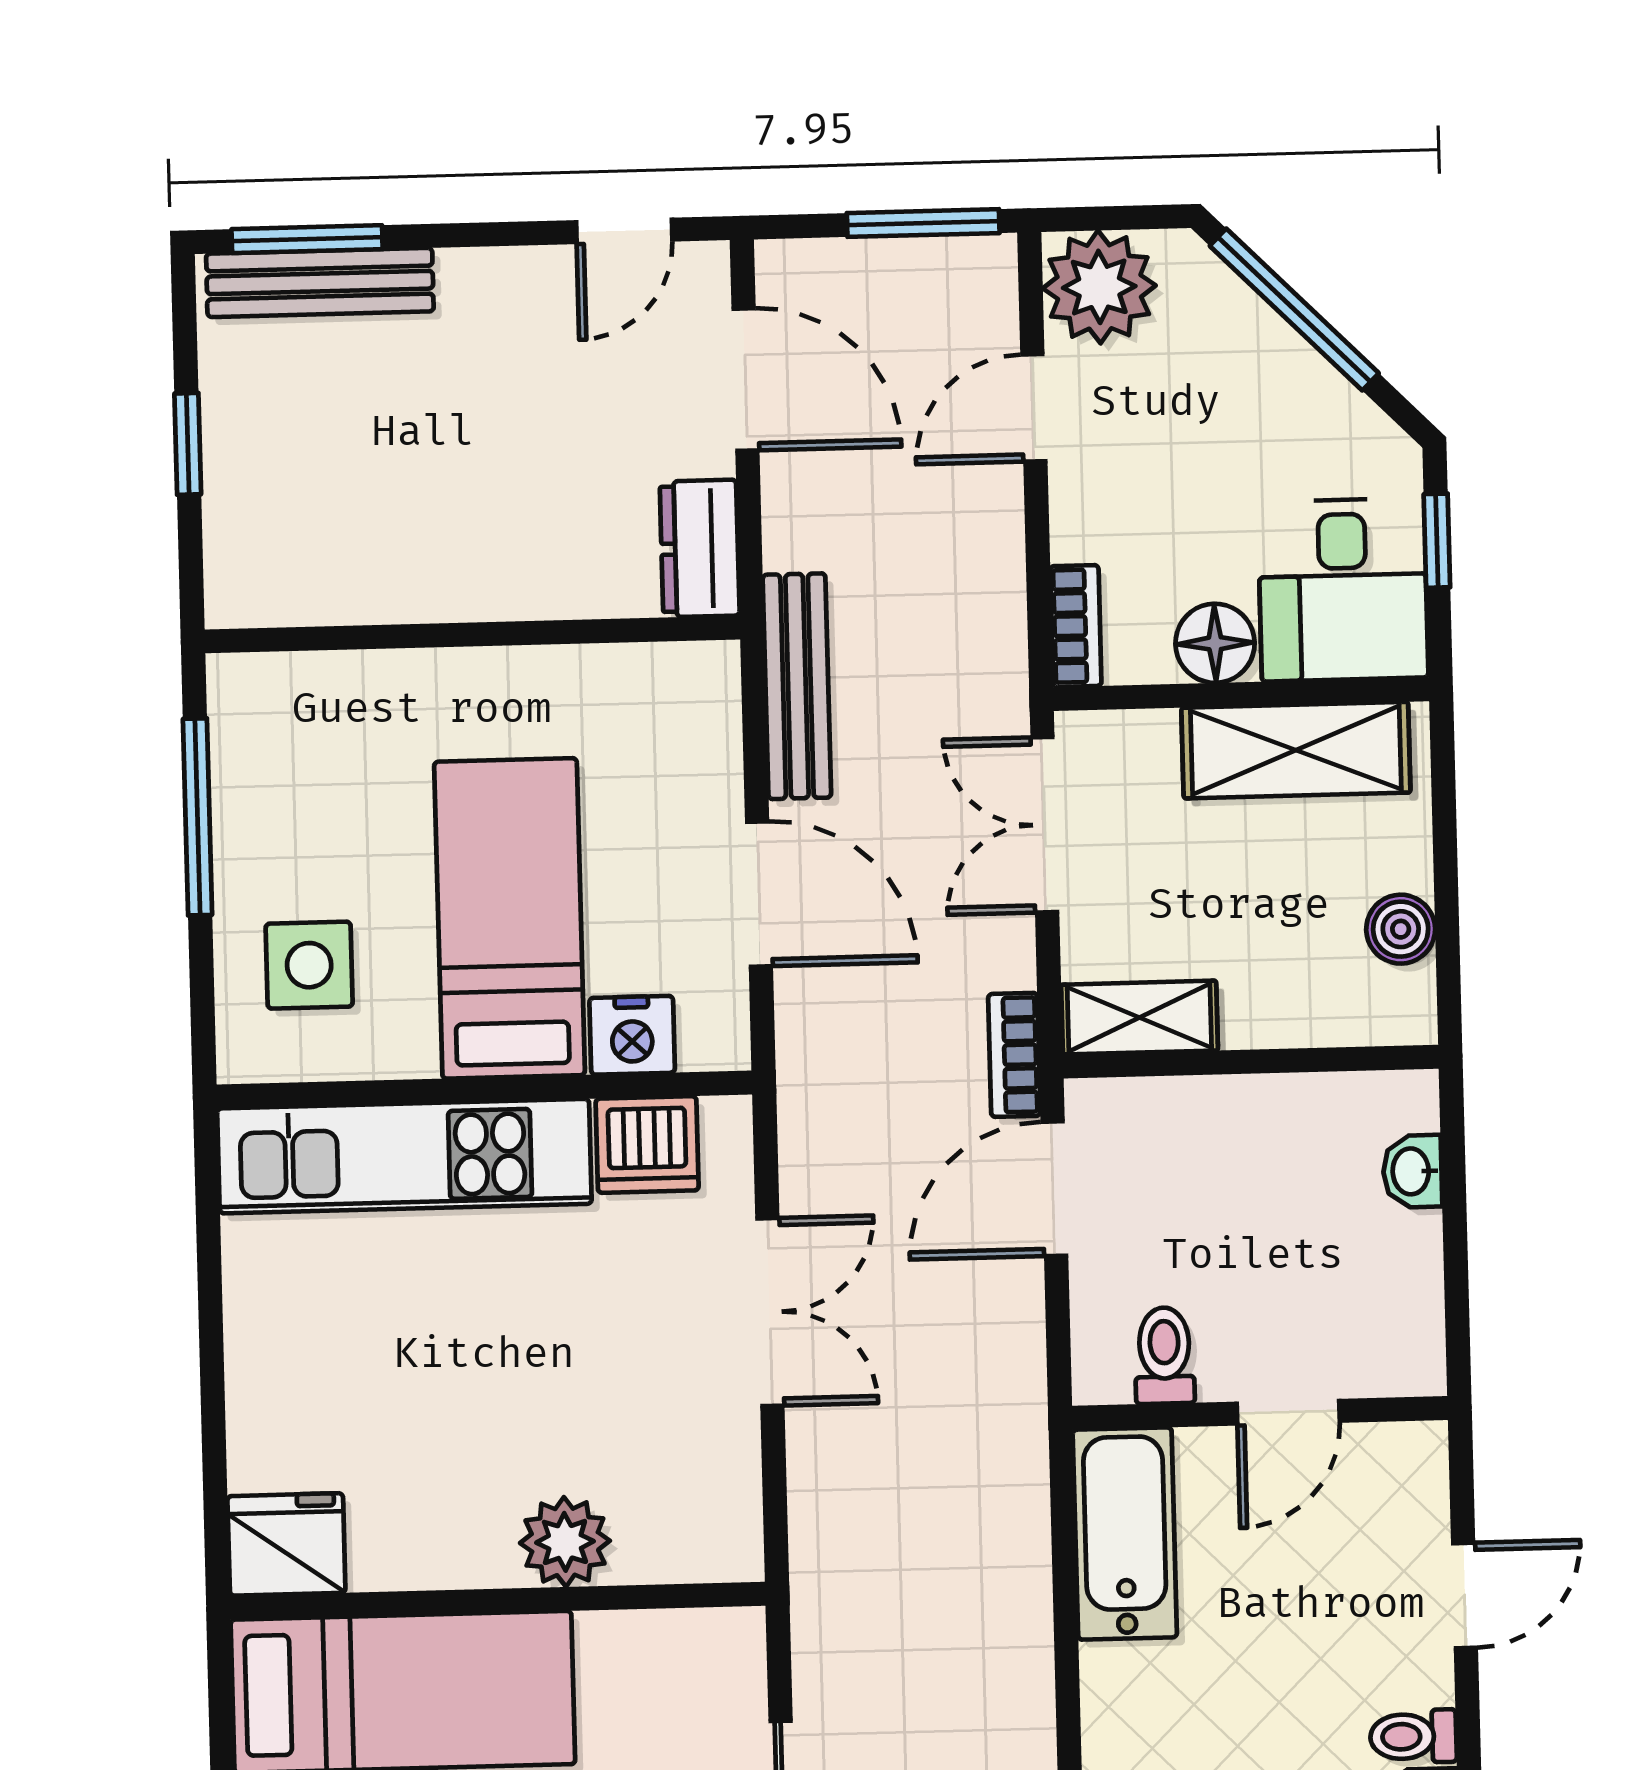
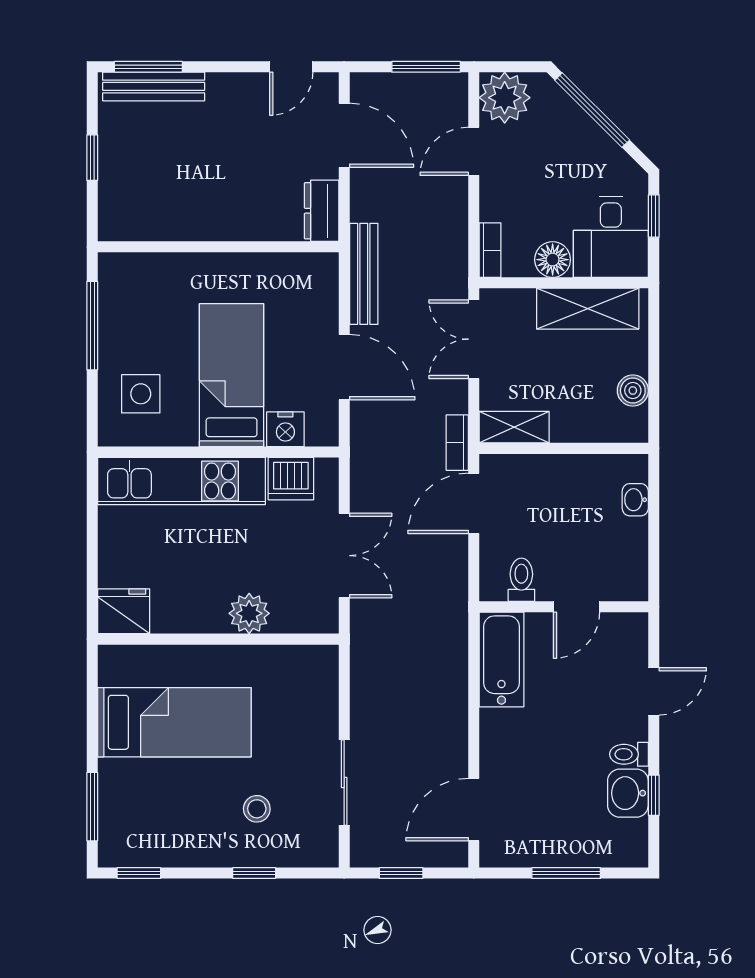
plant: (565, 1542) -> (249, 613), moved
fridge: (286, 1544) -> (124, 611), moved
wall: (498, 1601) -> (218, 639), moved

